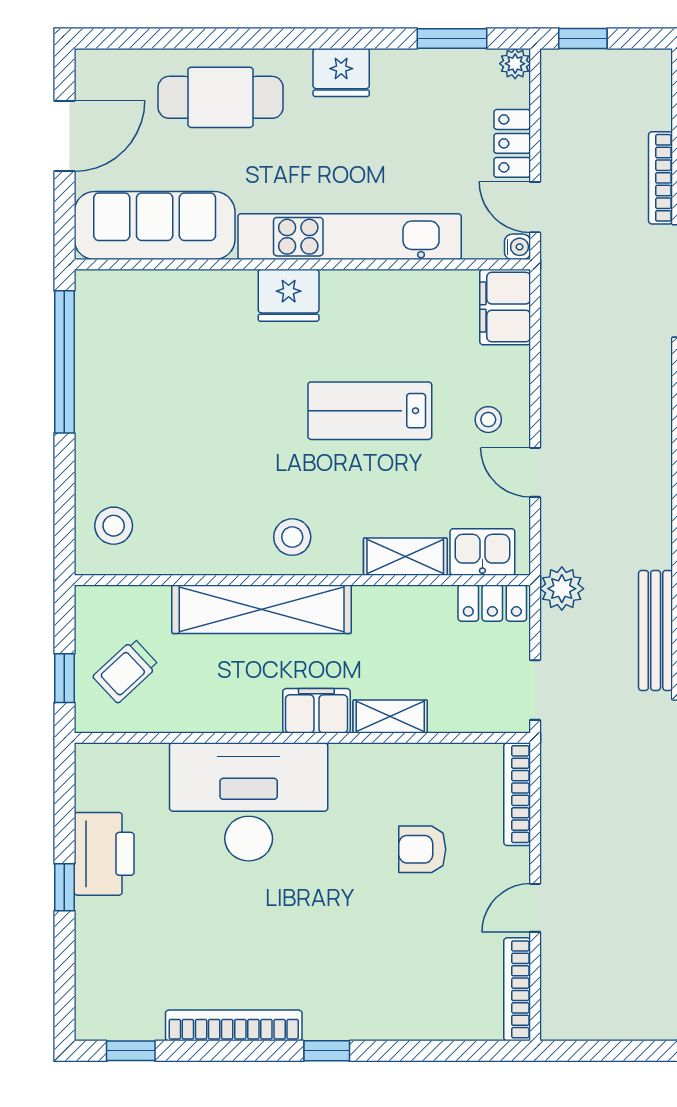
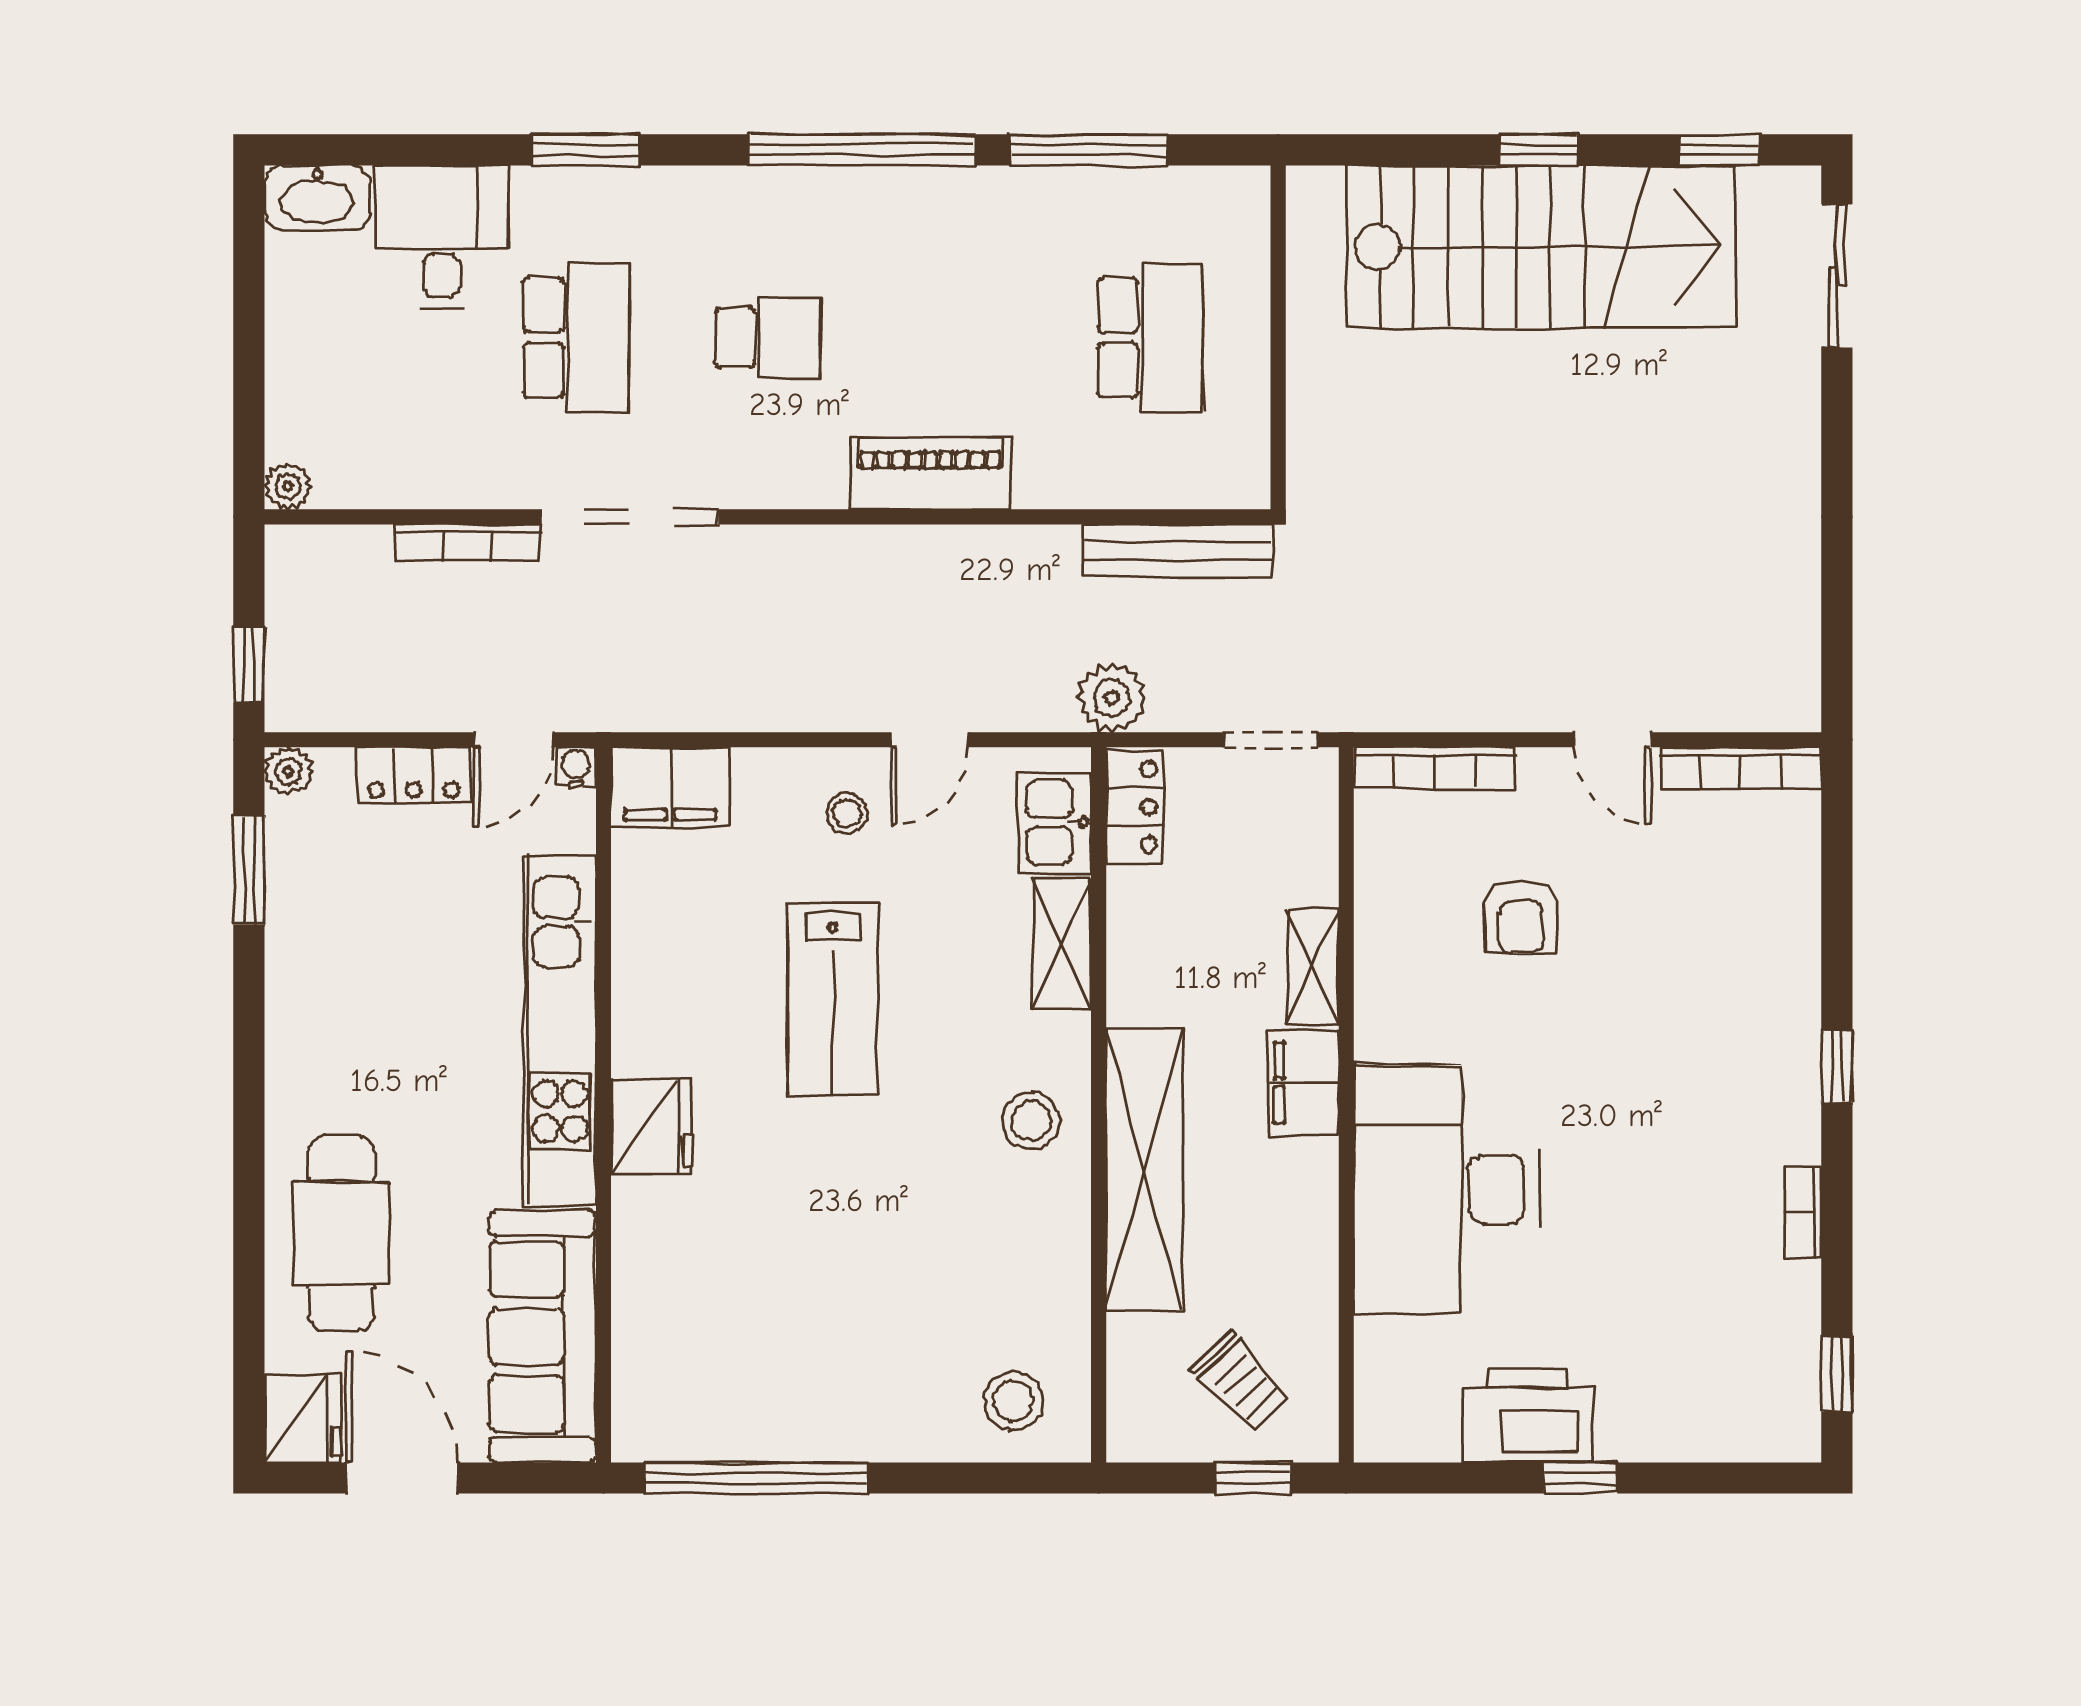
fridge: (341, 72) -> (302, 1419), moved
bookcase: (234, 1025) -> (1803, 1212), width x0.43, depth x0.76

